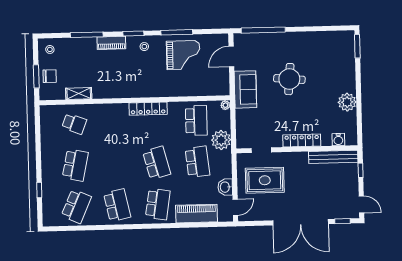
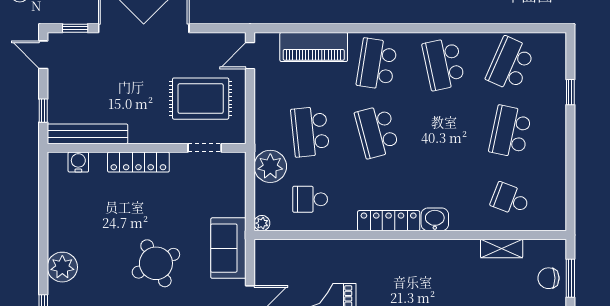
round table: (289, 79) -> (156, 263), turned -32
plant: (347, 102) -> (62, 267), moved
school desk: (196, 121) -> (310, 199), width x0.54
washbasin: (225, 187) -> (435, 219), moved, turned -90

